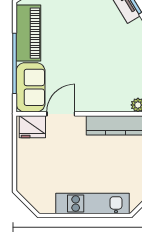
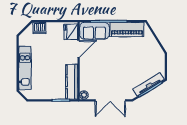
door: (61, 114) -> (79, 49), hinge flipped
dishwasher: (26, 179) -> (39, 28), added

